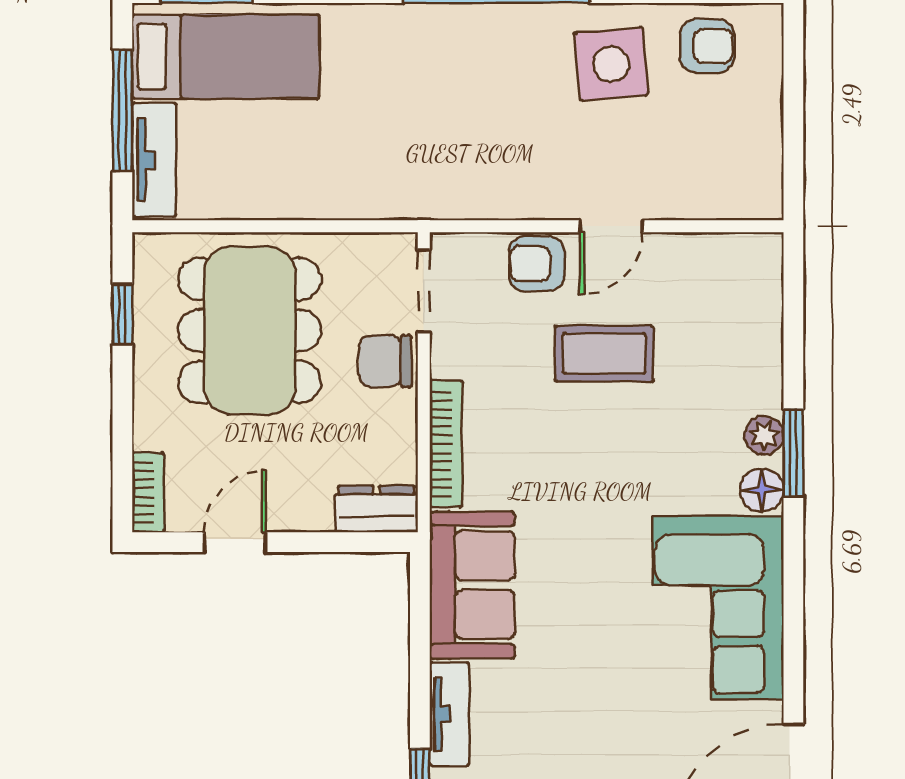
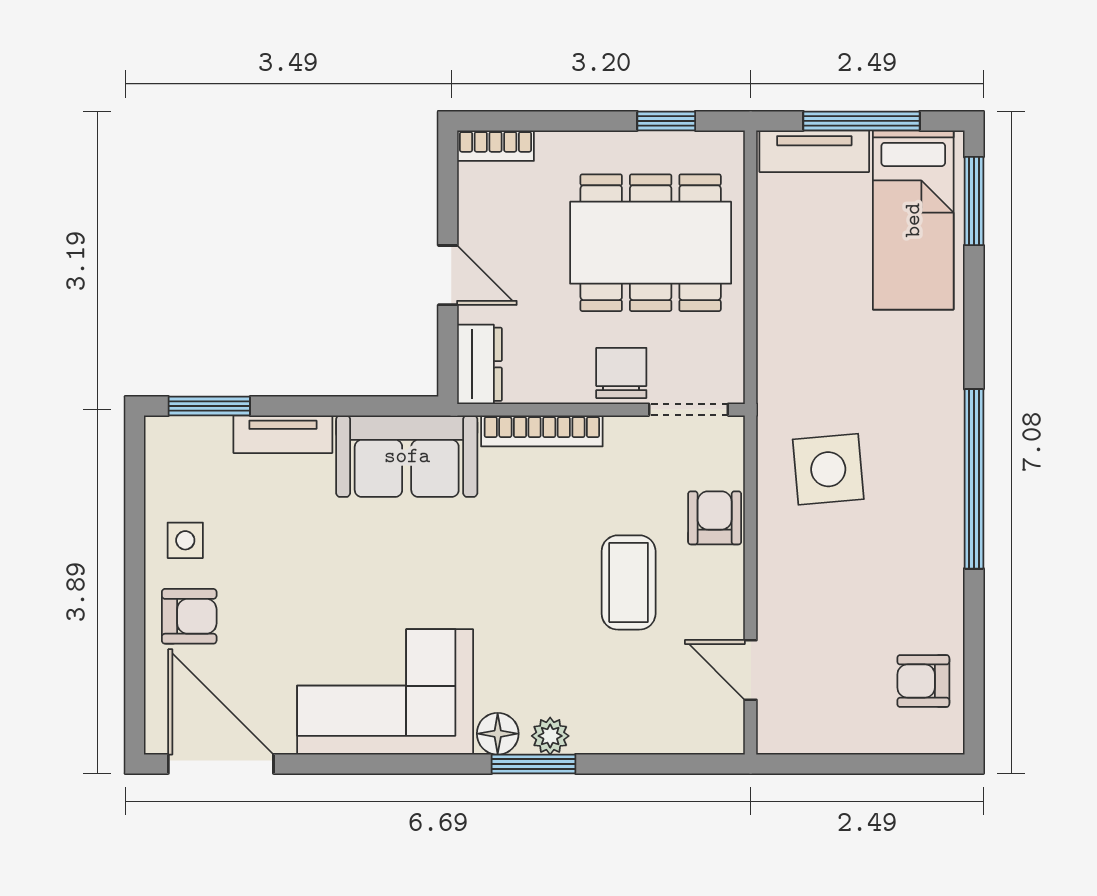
armchair: (707, 46) -> (923, 681), turned 90
side table: (611, 64) -> (828, 469), moved
door: (611, 226) -> (751, 670), moved
door: (235, 542) -> (448, 275), moved

